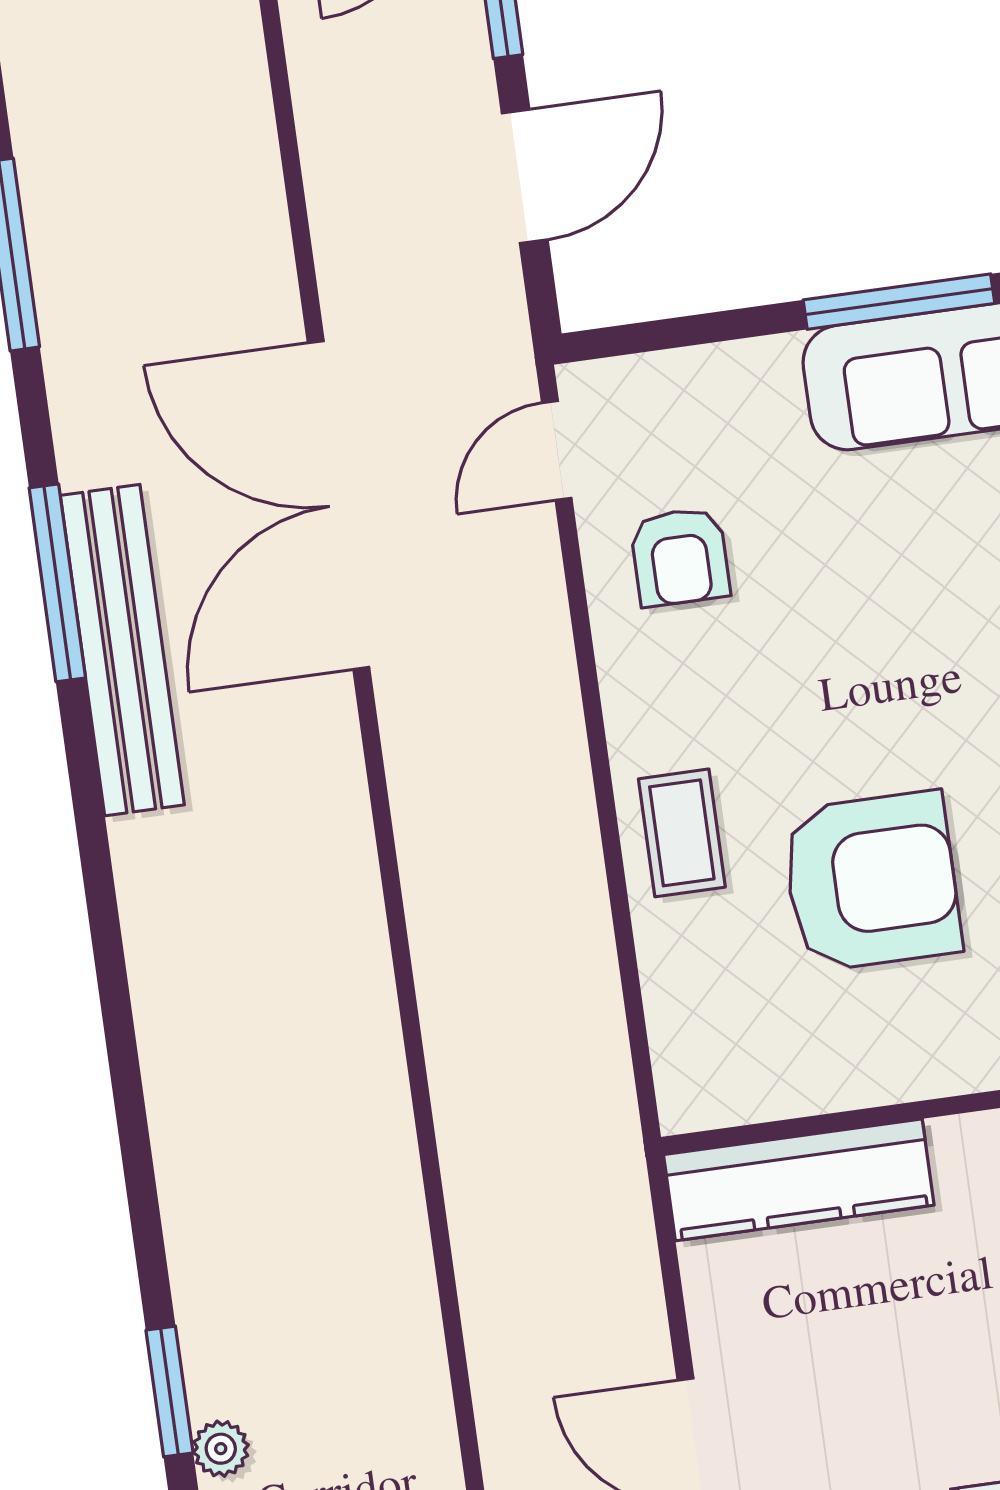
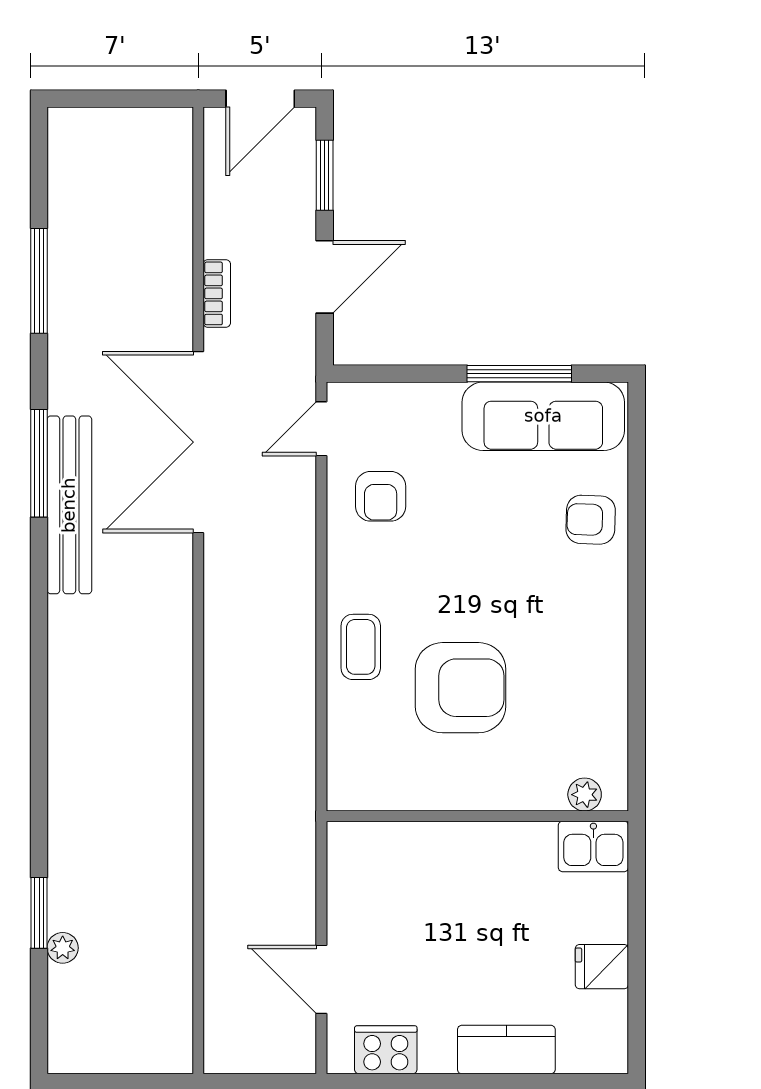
bookcase: (335, 233) -> (217, 293), added
kitchen counter: (799, 1180) -> (398, 845), removed

